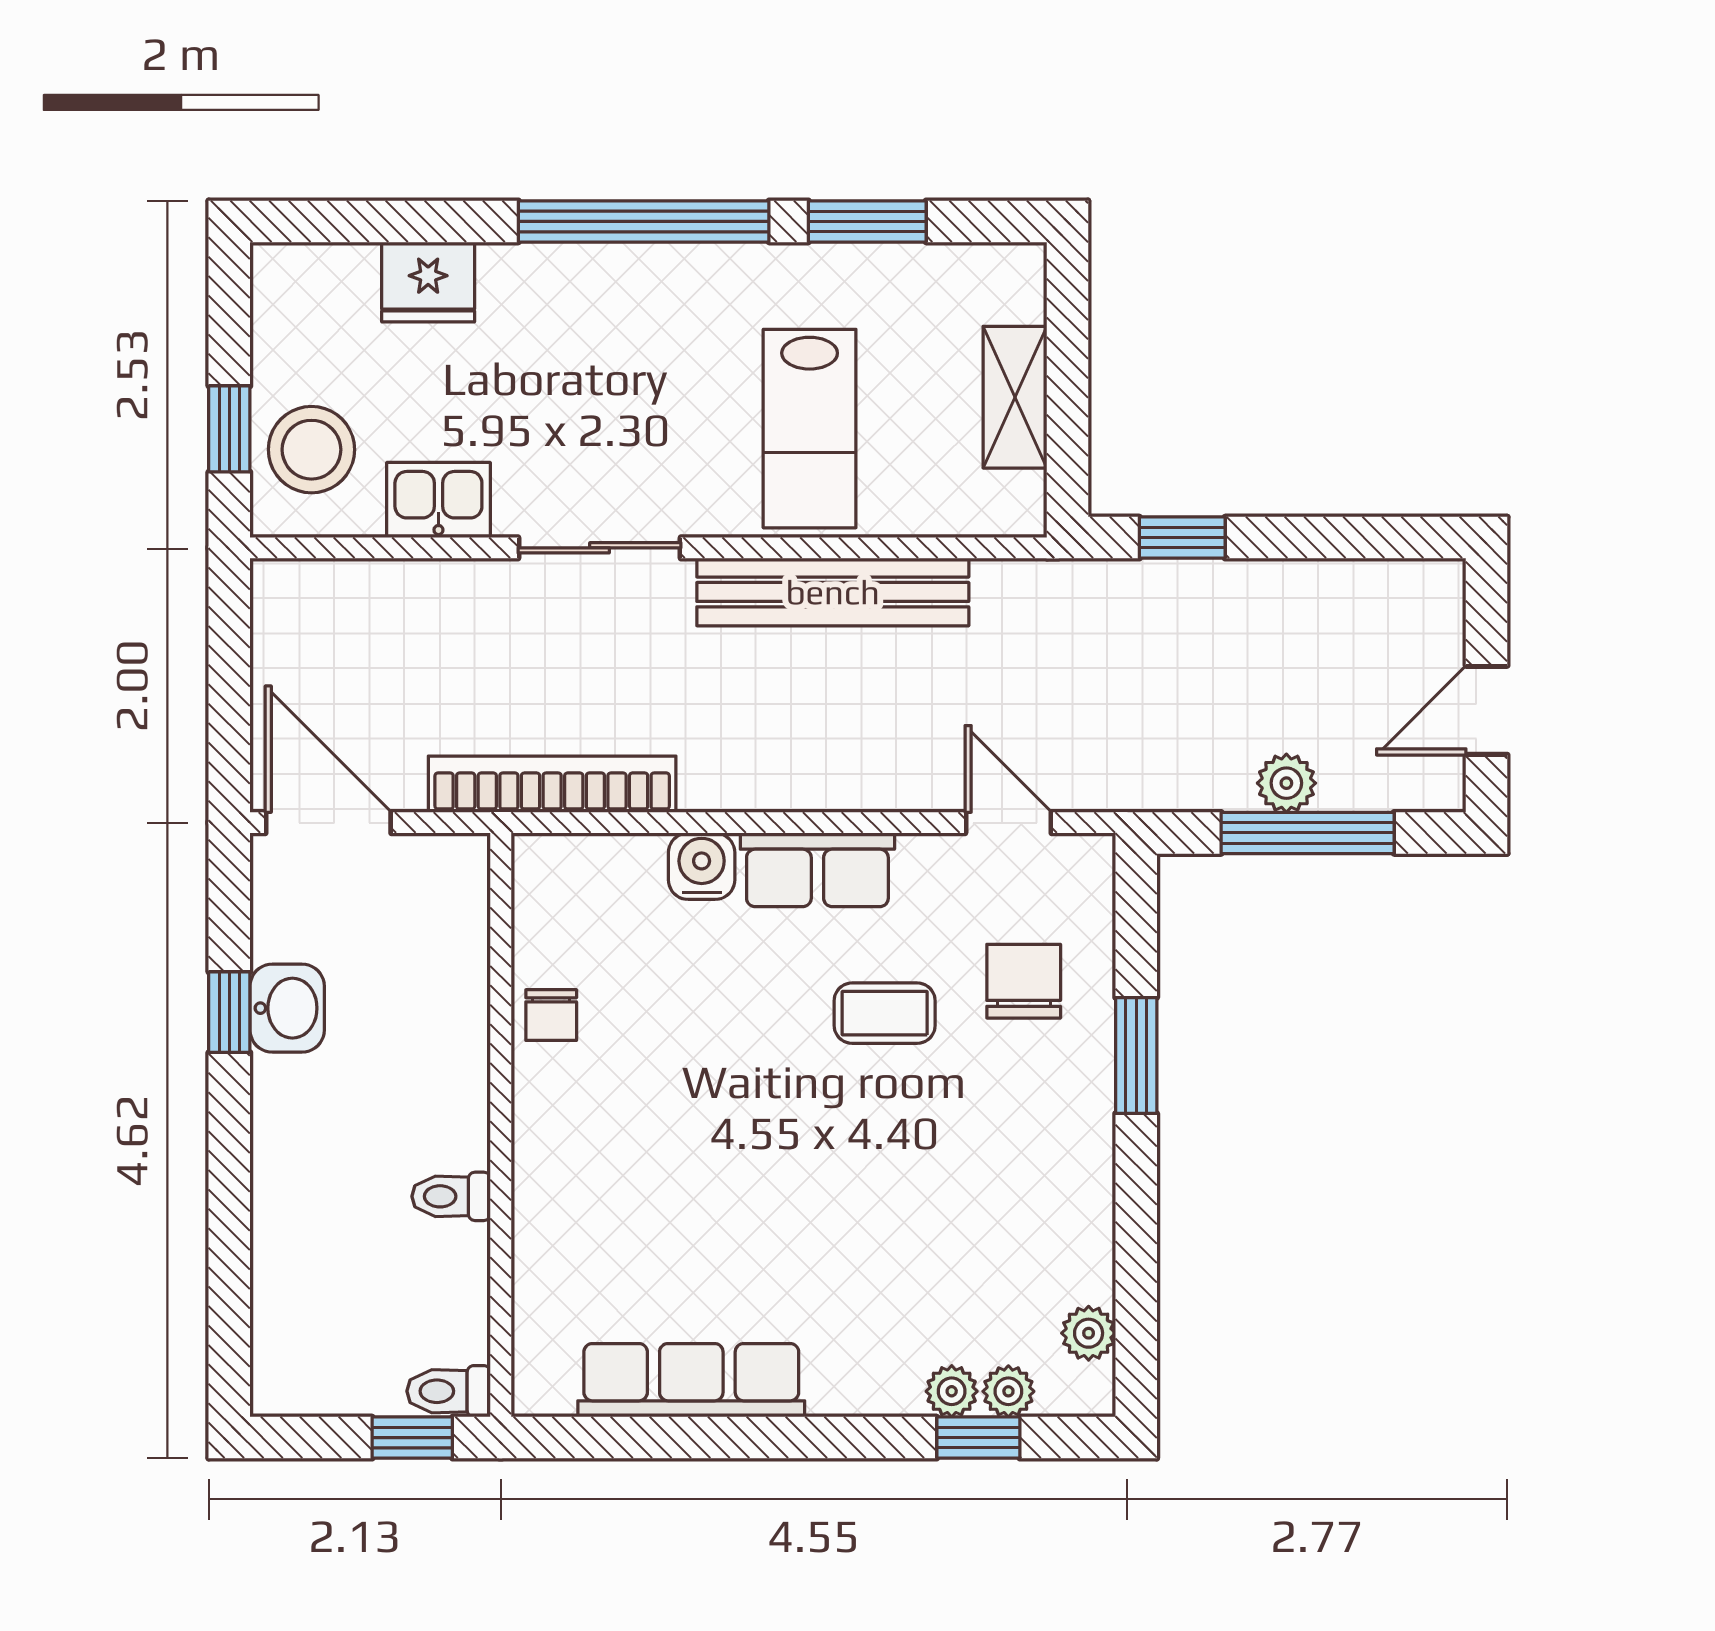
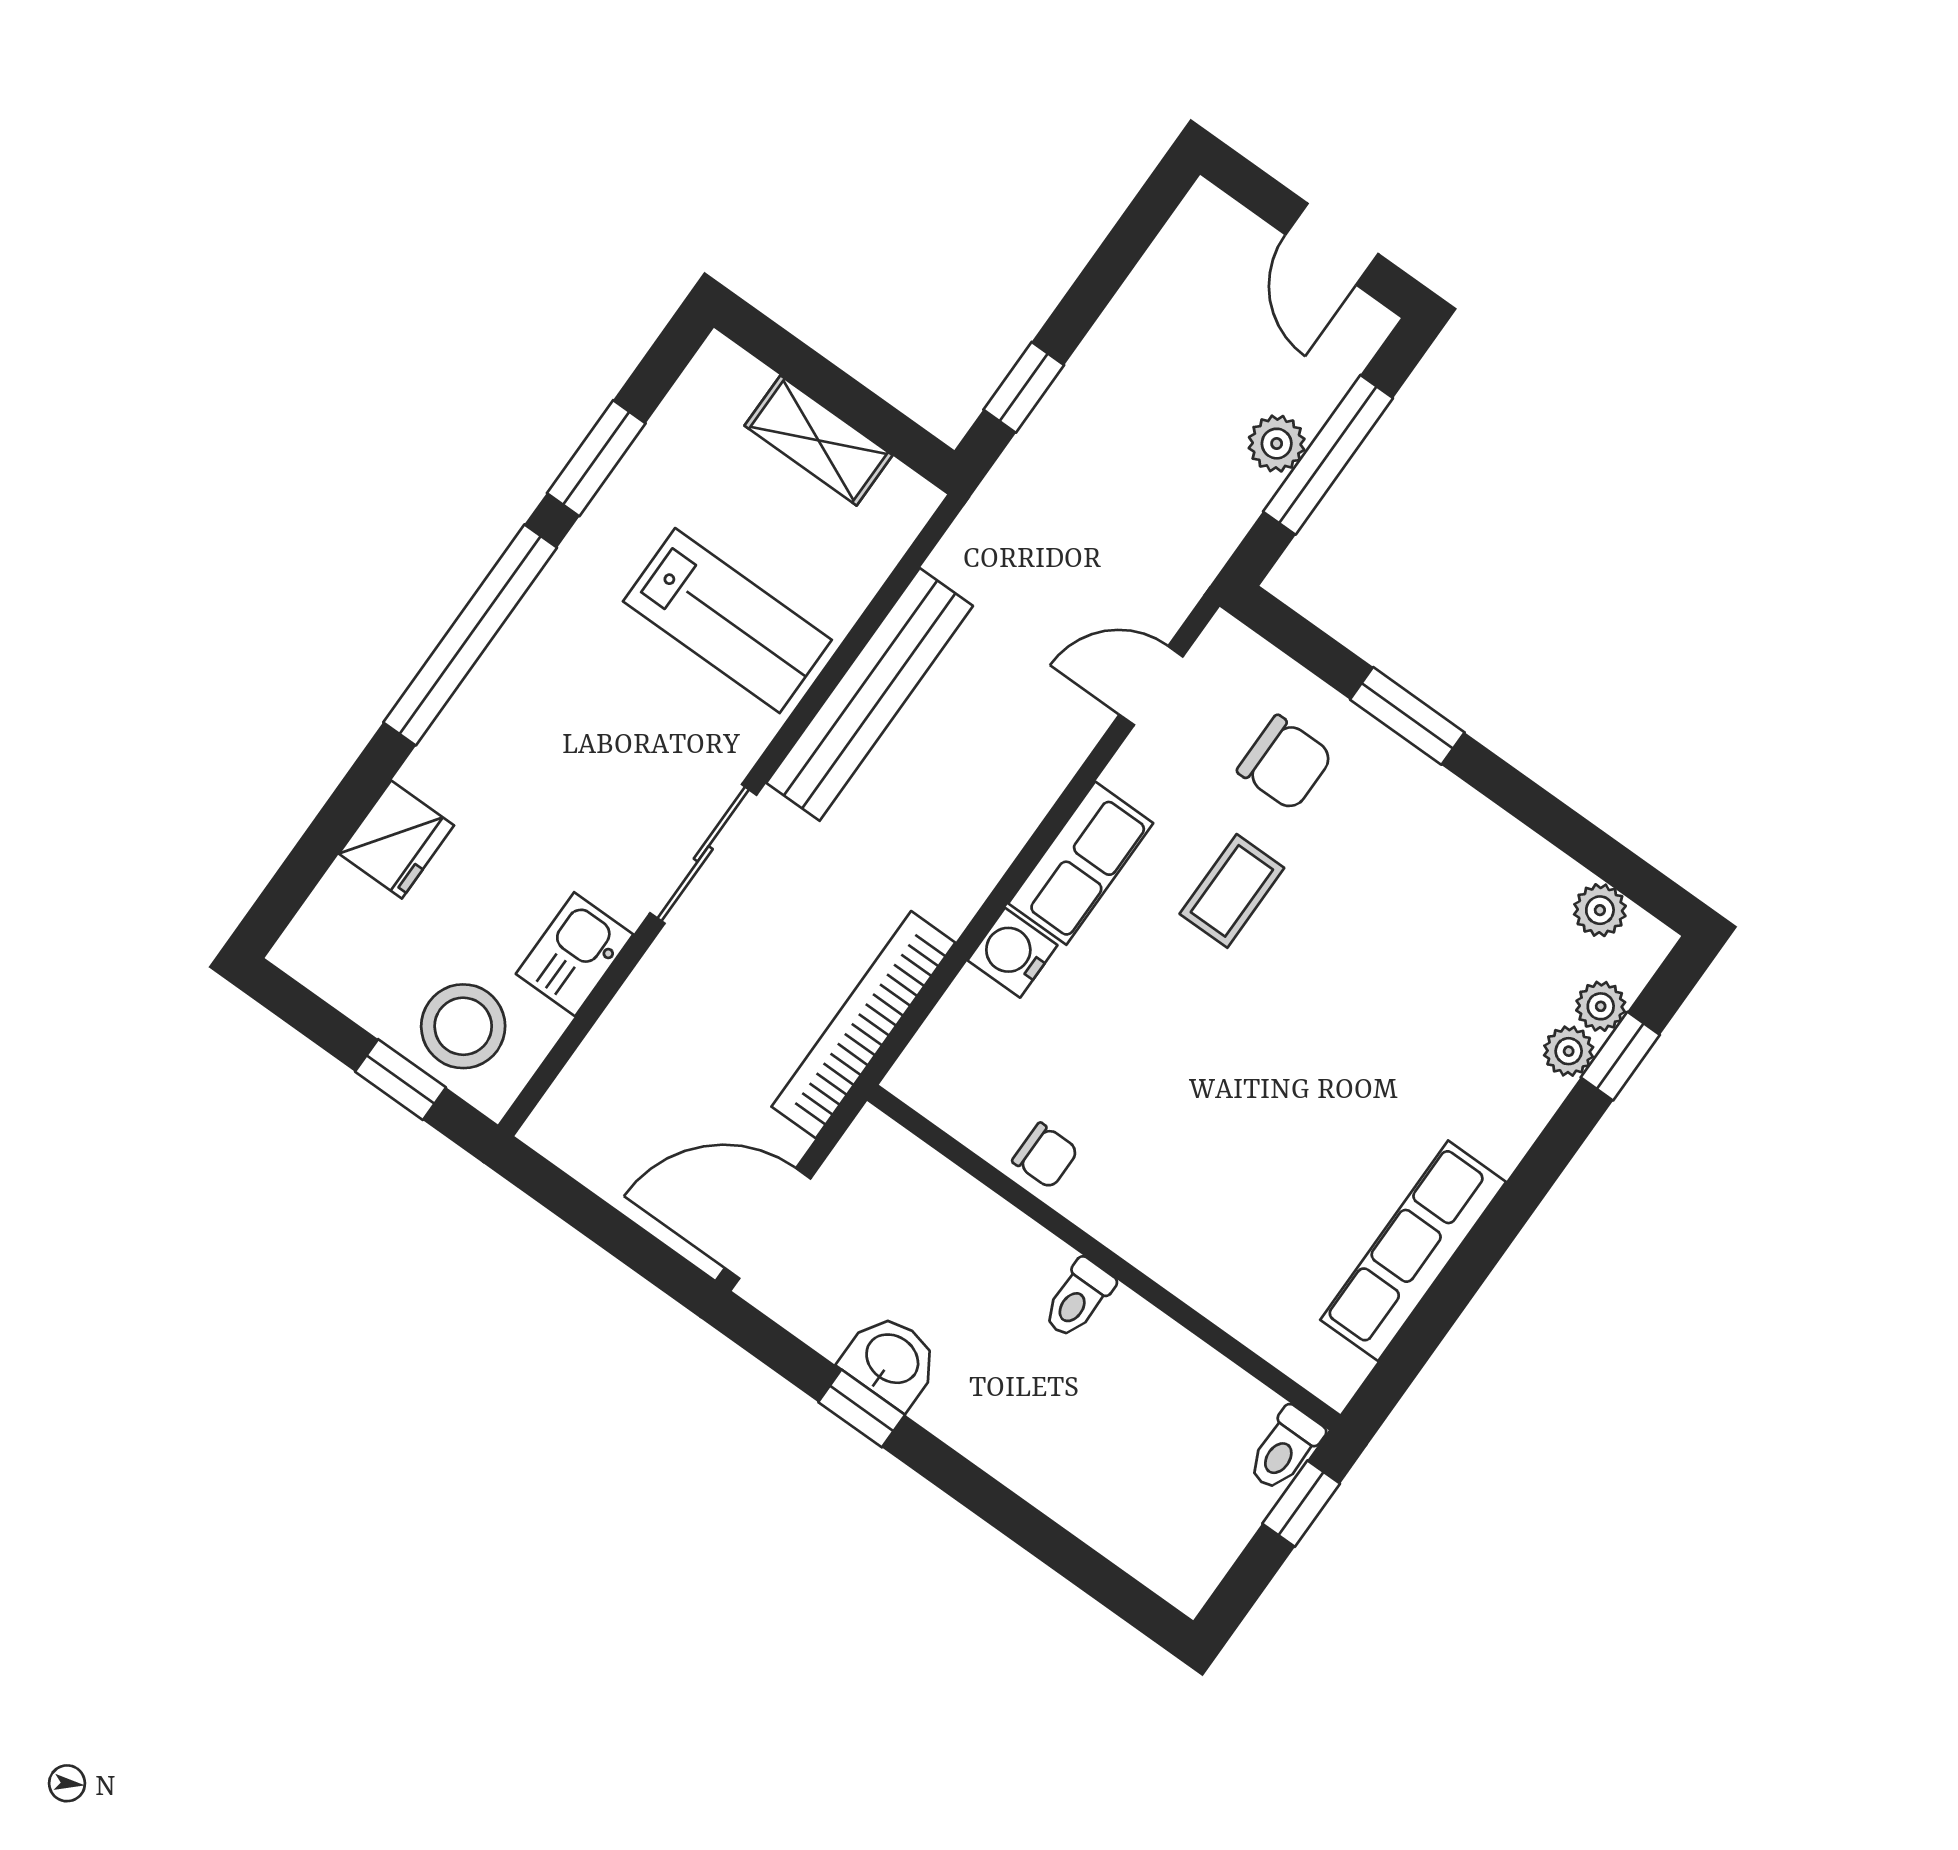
chair: (1024, 981) -> (1285, 763), turned 180
toilet: (451, 1196) -> (1078, 1298), moved

